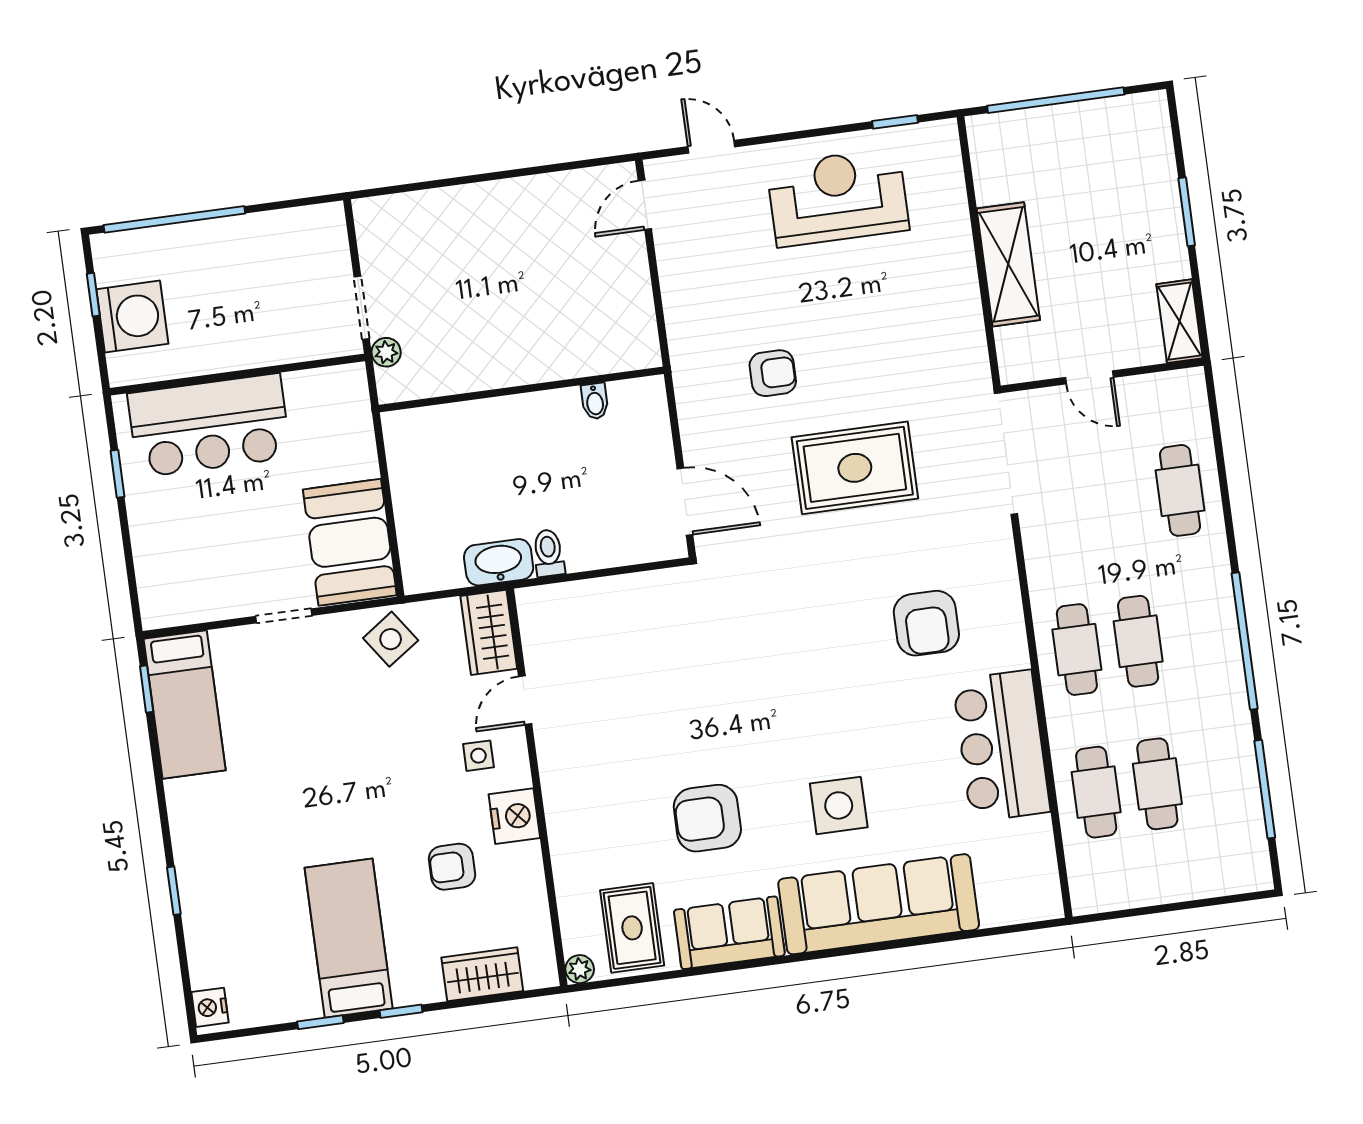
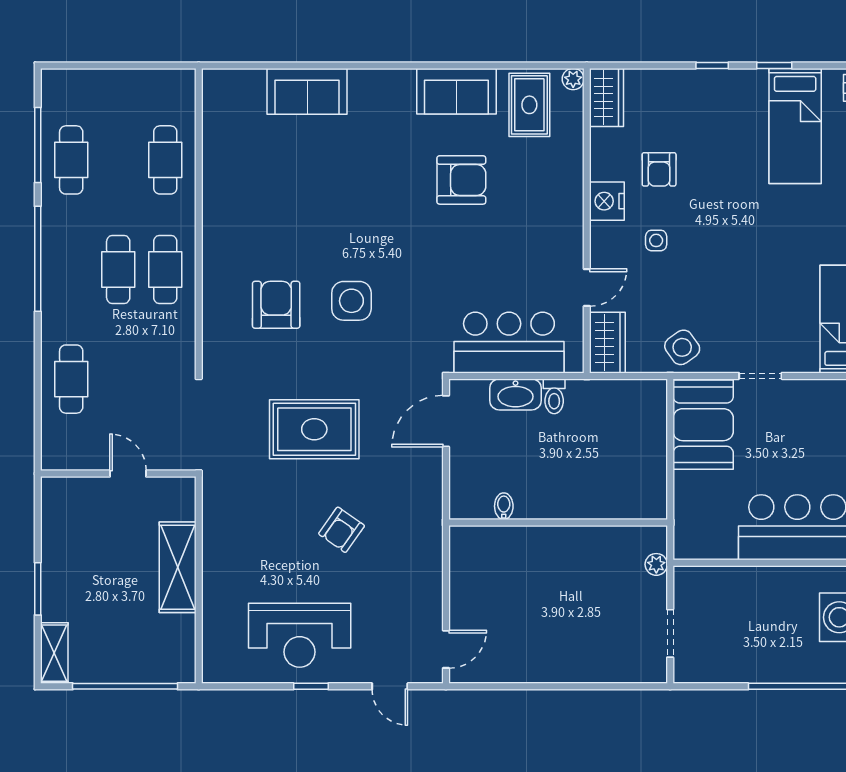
window: (895, 122) -> (311, 686), moved
doorway: (362, 308) -> (670, 633), moved
shelving: (1180, 321) -> (54, 653), moved
armchair: (773, 373) -> (342, 530), moved, turned -55
door: (685, 502) -> (446, 421), hinge flipped
washbasin: (499, 562) -> (516, 394), moved
bar counter: (1001, 746) -> (509, 343), moved, turned -90
side table: (478, 756) -> (656, 240), moved
cafe table: (1157, 784) -> (71, 160), moved
side table: (839, 805) -> (351, 301), moved
armchair: (452, 867) -> (659, 169), turned 90
sofa: (879, 904) -> (307, 91), width x0.54, depth x0.79
bed: (349, 938) -> (795, 126), moved
wardrobe: (482, 974) -> (607, 97), moved, turned -90

